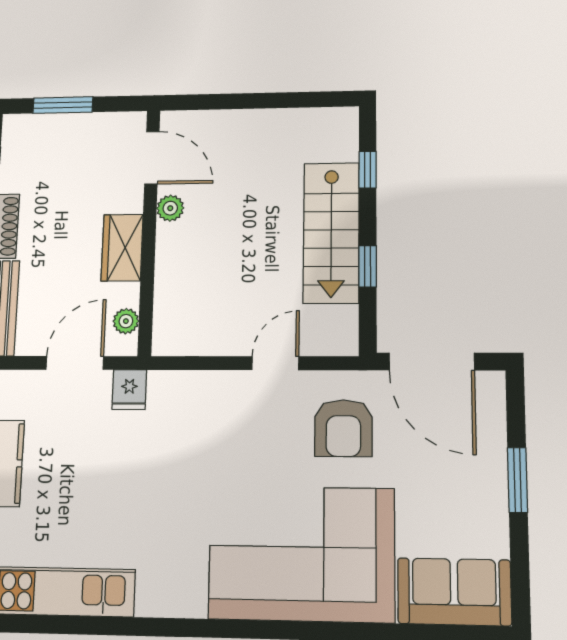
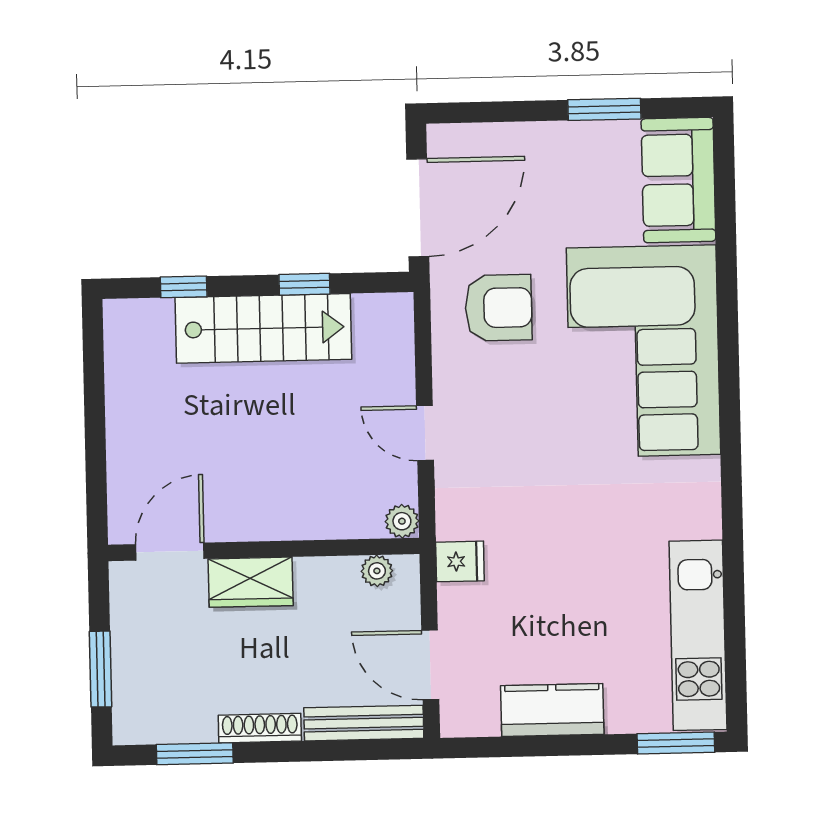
plant: (170, 208) -> (402, 521), moved
wardrobe: (122, 248) -> (251, 582), moved
door: (75, 363) -> (430, 665), moved
door: (275, 363) -> (425, 433), moved
window: (518, 480) -> (604, 109), moved

